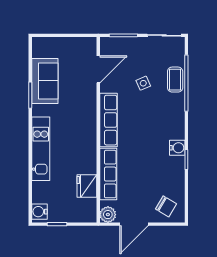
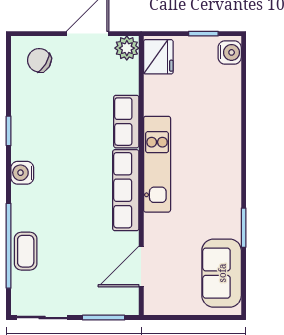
sofa: (45, 81) -> (222, 273), moved
side table: (143, 83) -> (74, 246), removed
water cooler: (177, 148) -> (22, 173), moved
kitchen unit: (41, 149) -> (157, 164), moved, turned 180
row of seats: (108, 174) -> (126, 122), width x0.68
fridge: (87, 186) -> (158, 57), moved

